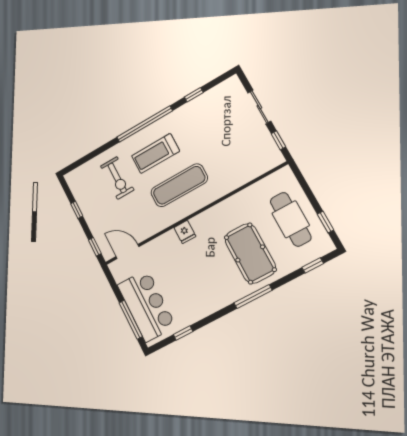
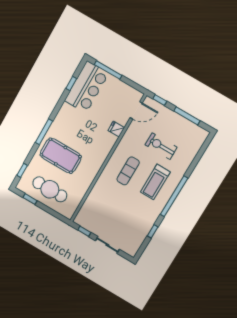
treadmill: (156, 153) -> (155, 182), turned 180
exercise bike: (117, 178) -> (161, 146), moved
exercise mat: (179, 185) -> (128, 171), width x0.73, depth x0.69
window: (77, 210) -> (187, 116), width x2.17
fridge: (185, 232) -> (116, 129), moved
bar counter: (146, 306) -> (86, 87), moved, turned -90

